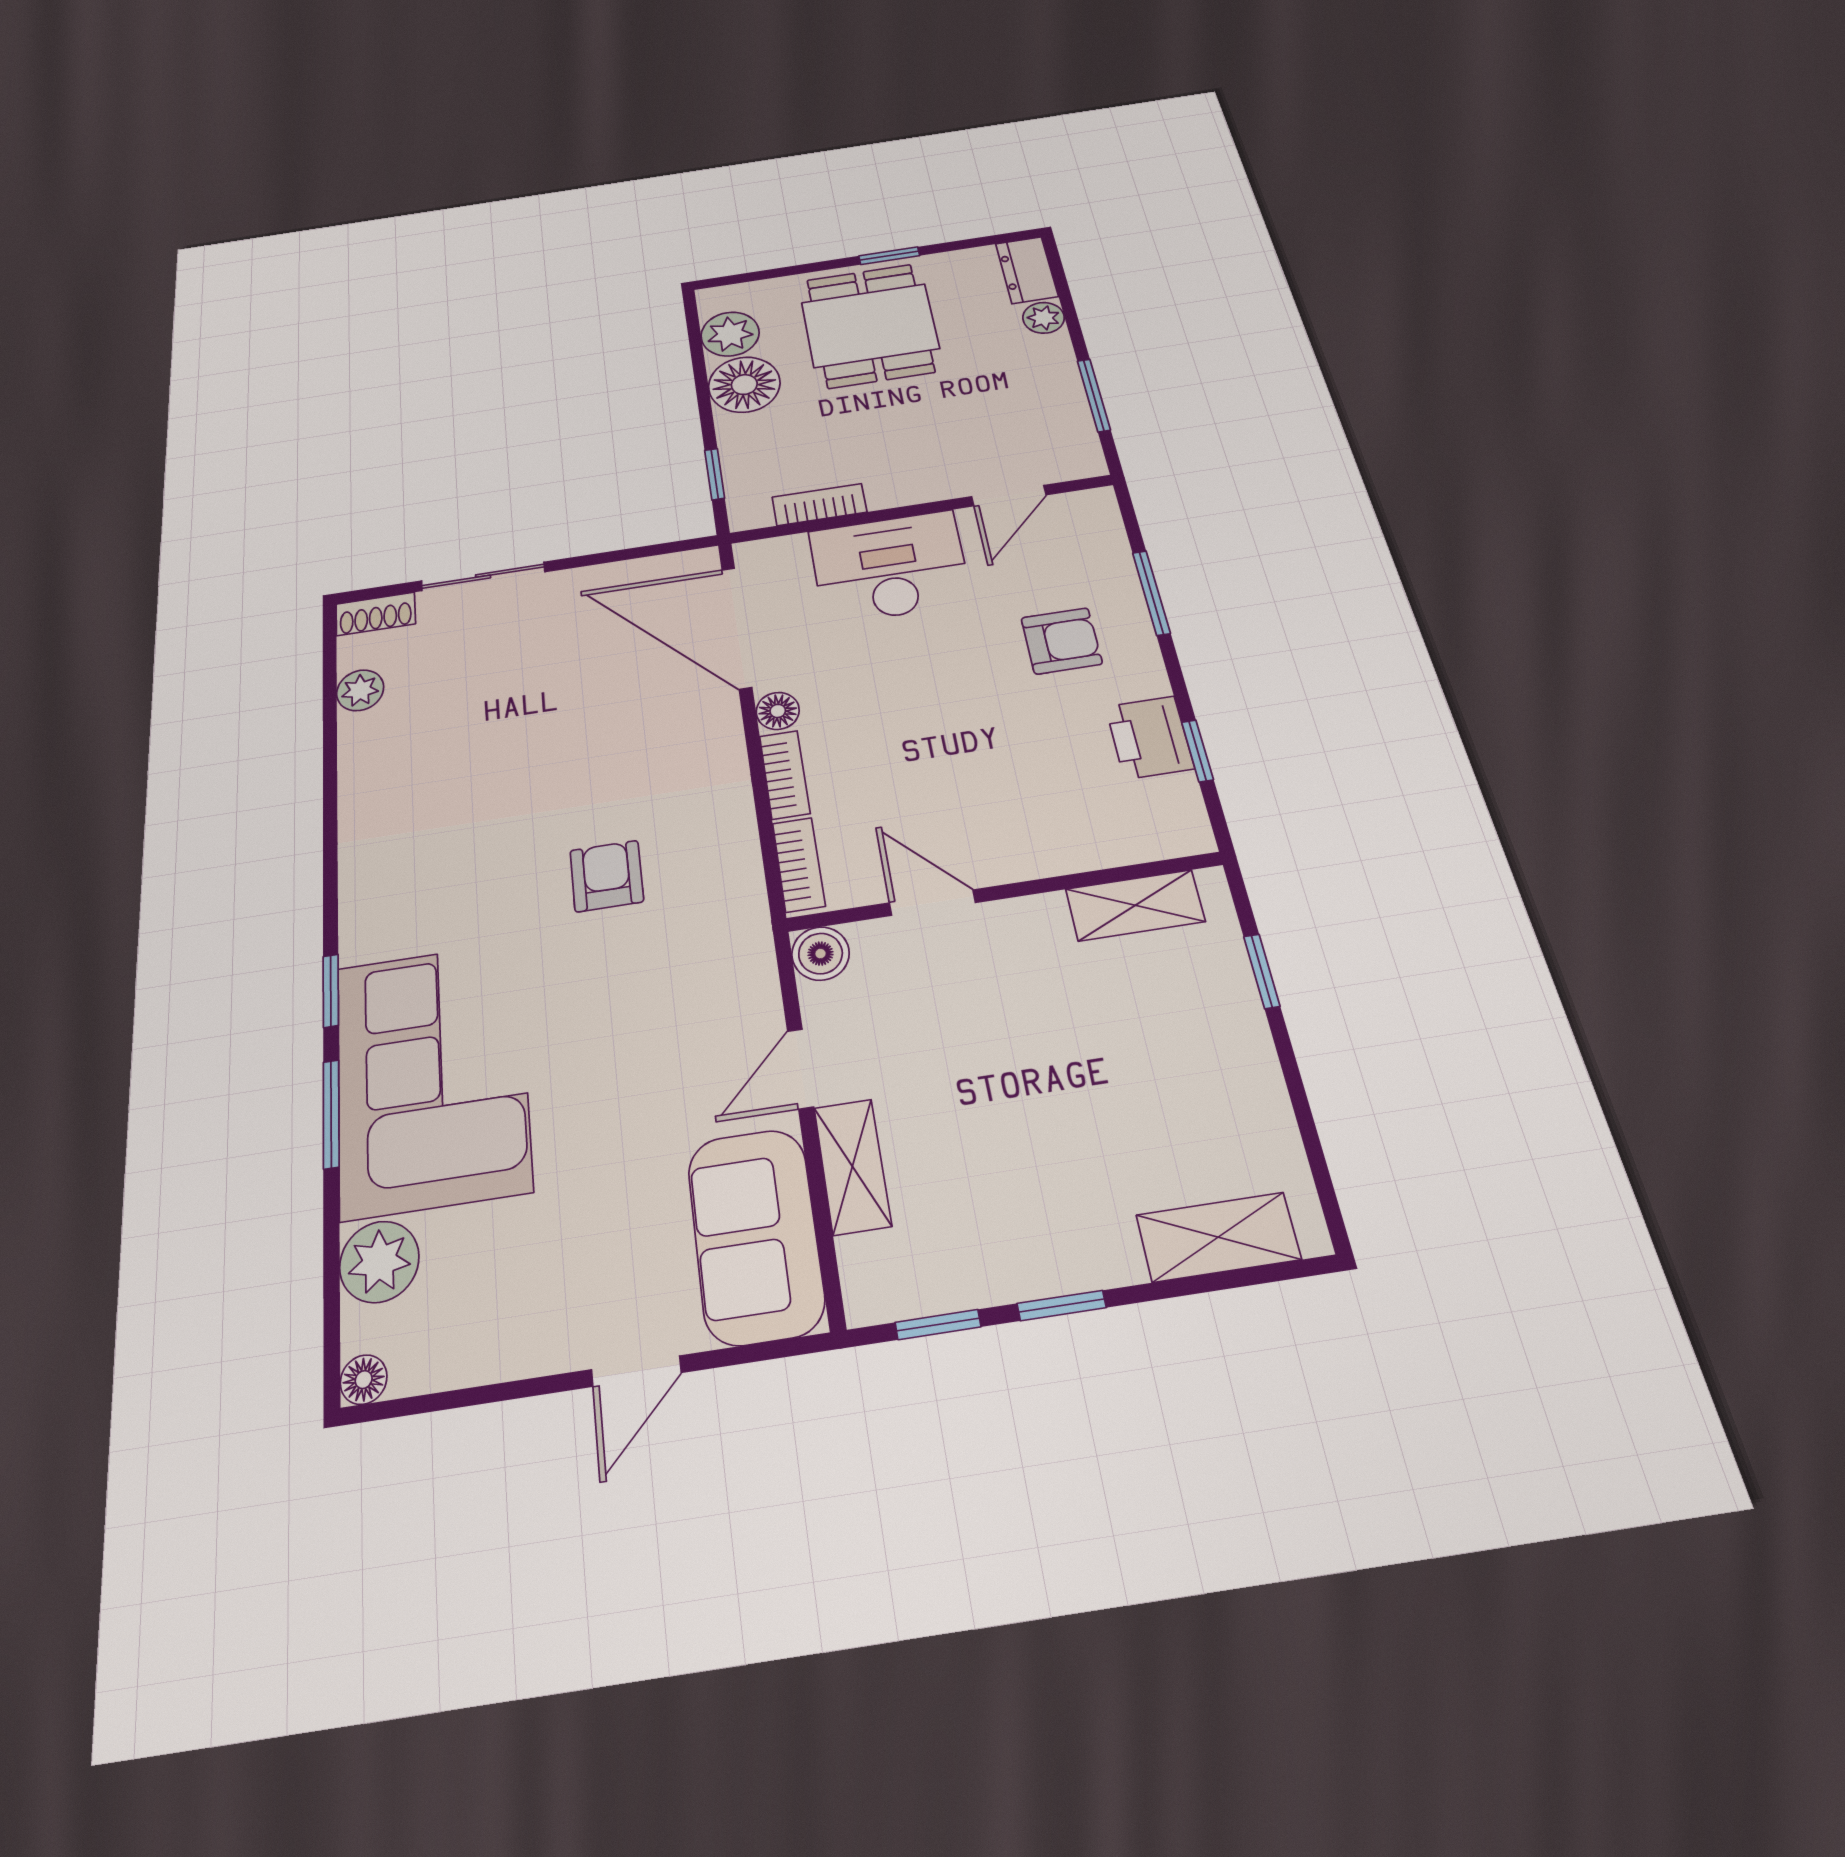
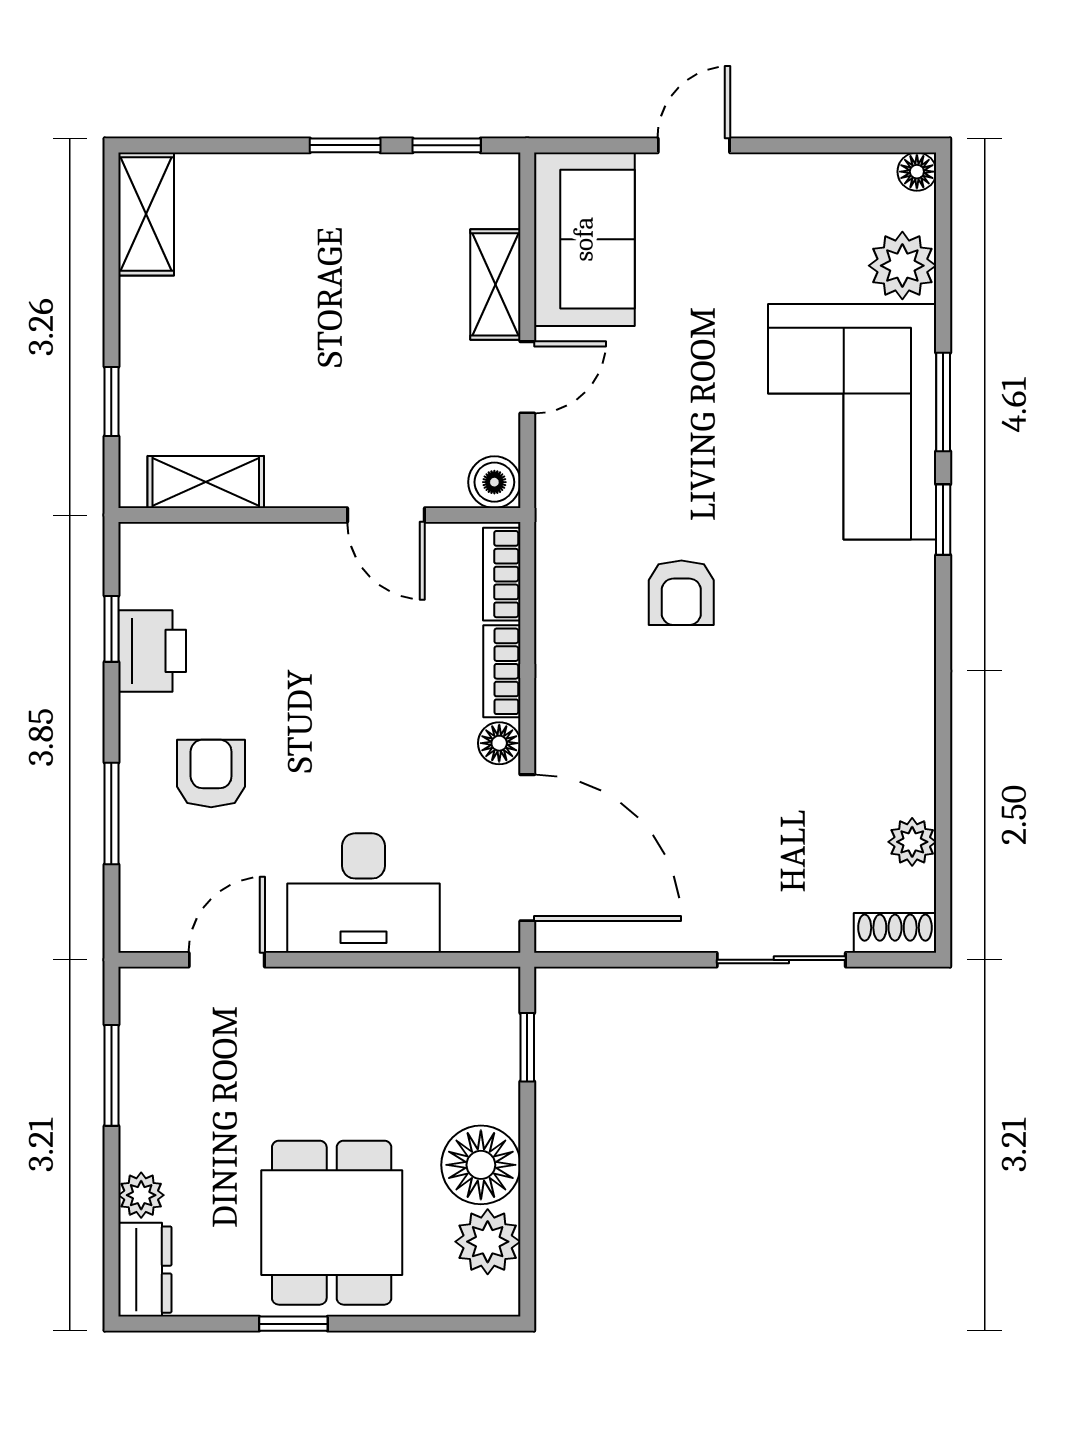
bookcase: (819, 505) -> (423, 986), removed
armchair: (1062, 641) -> (211, 773), turned 90
shelving: (1218, 1237) -> (146, 214), moved, turned 90

